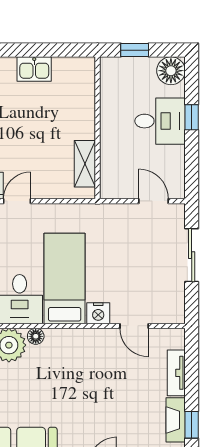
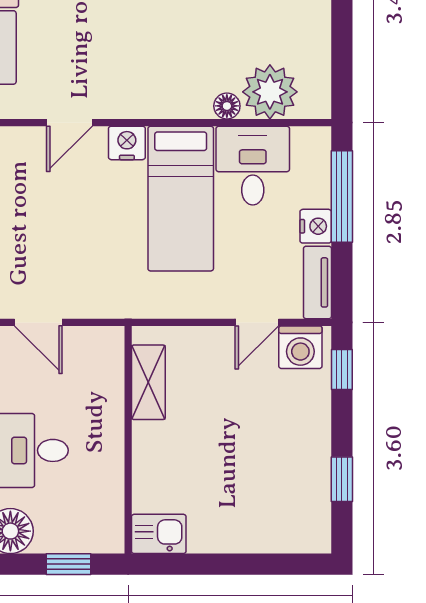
kitchen sink: (34, 69) -> (159, 534), moved
door: (134, 326) -> (70, 123), swing flipped

